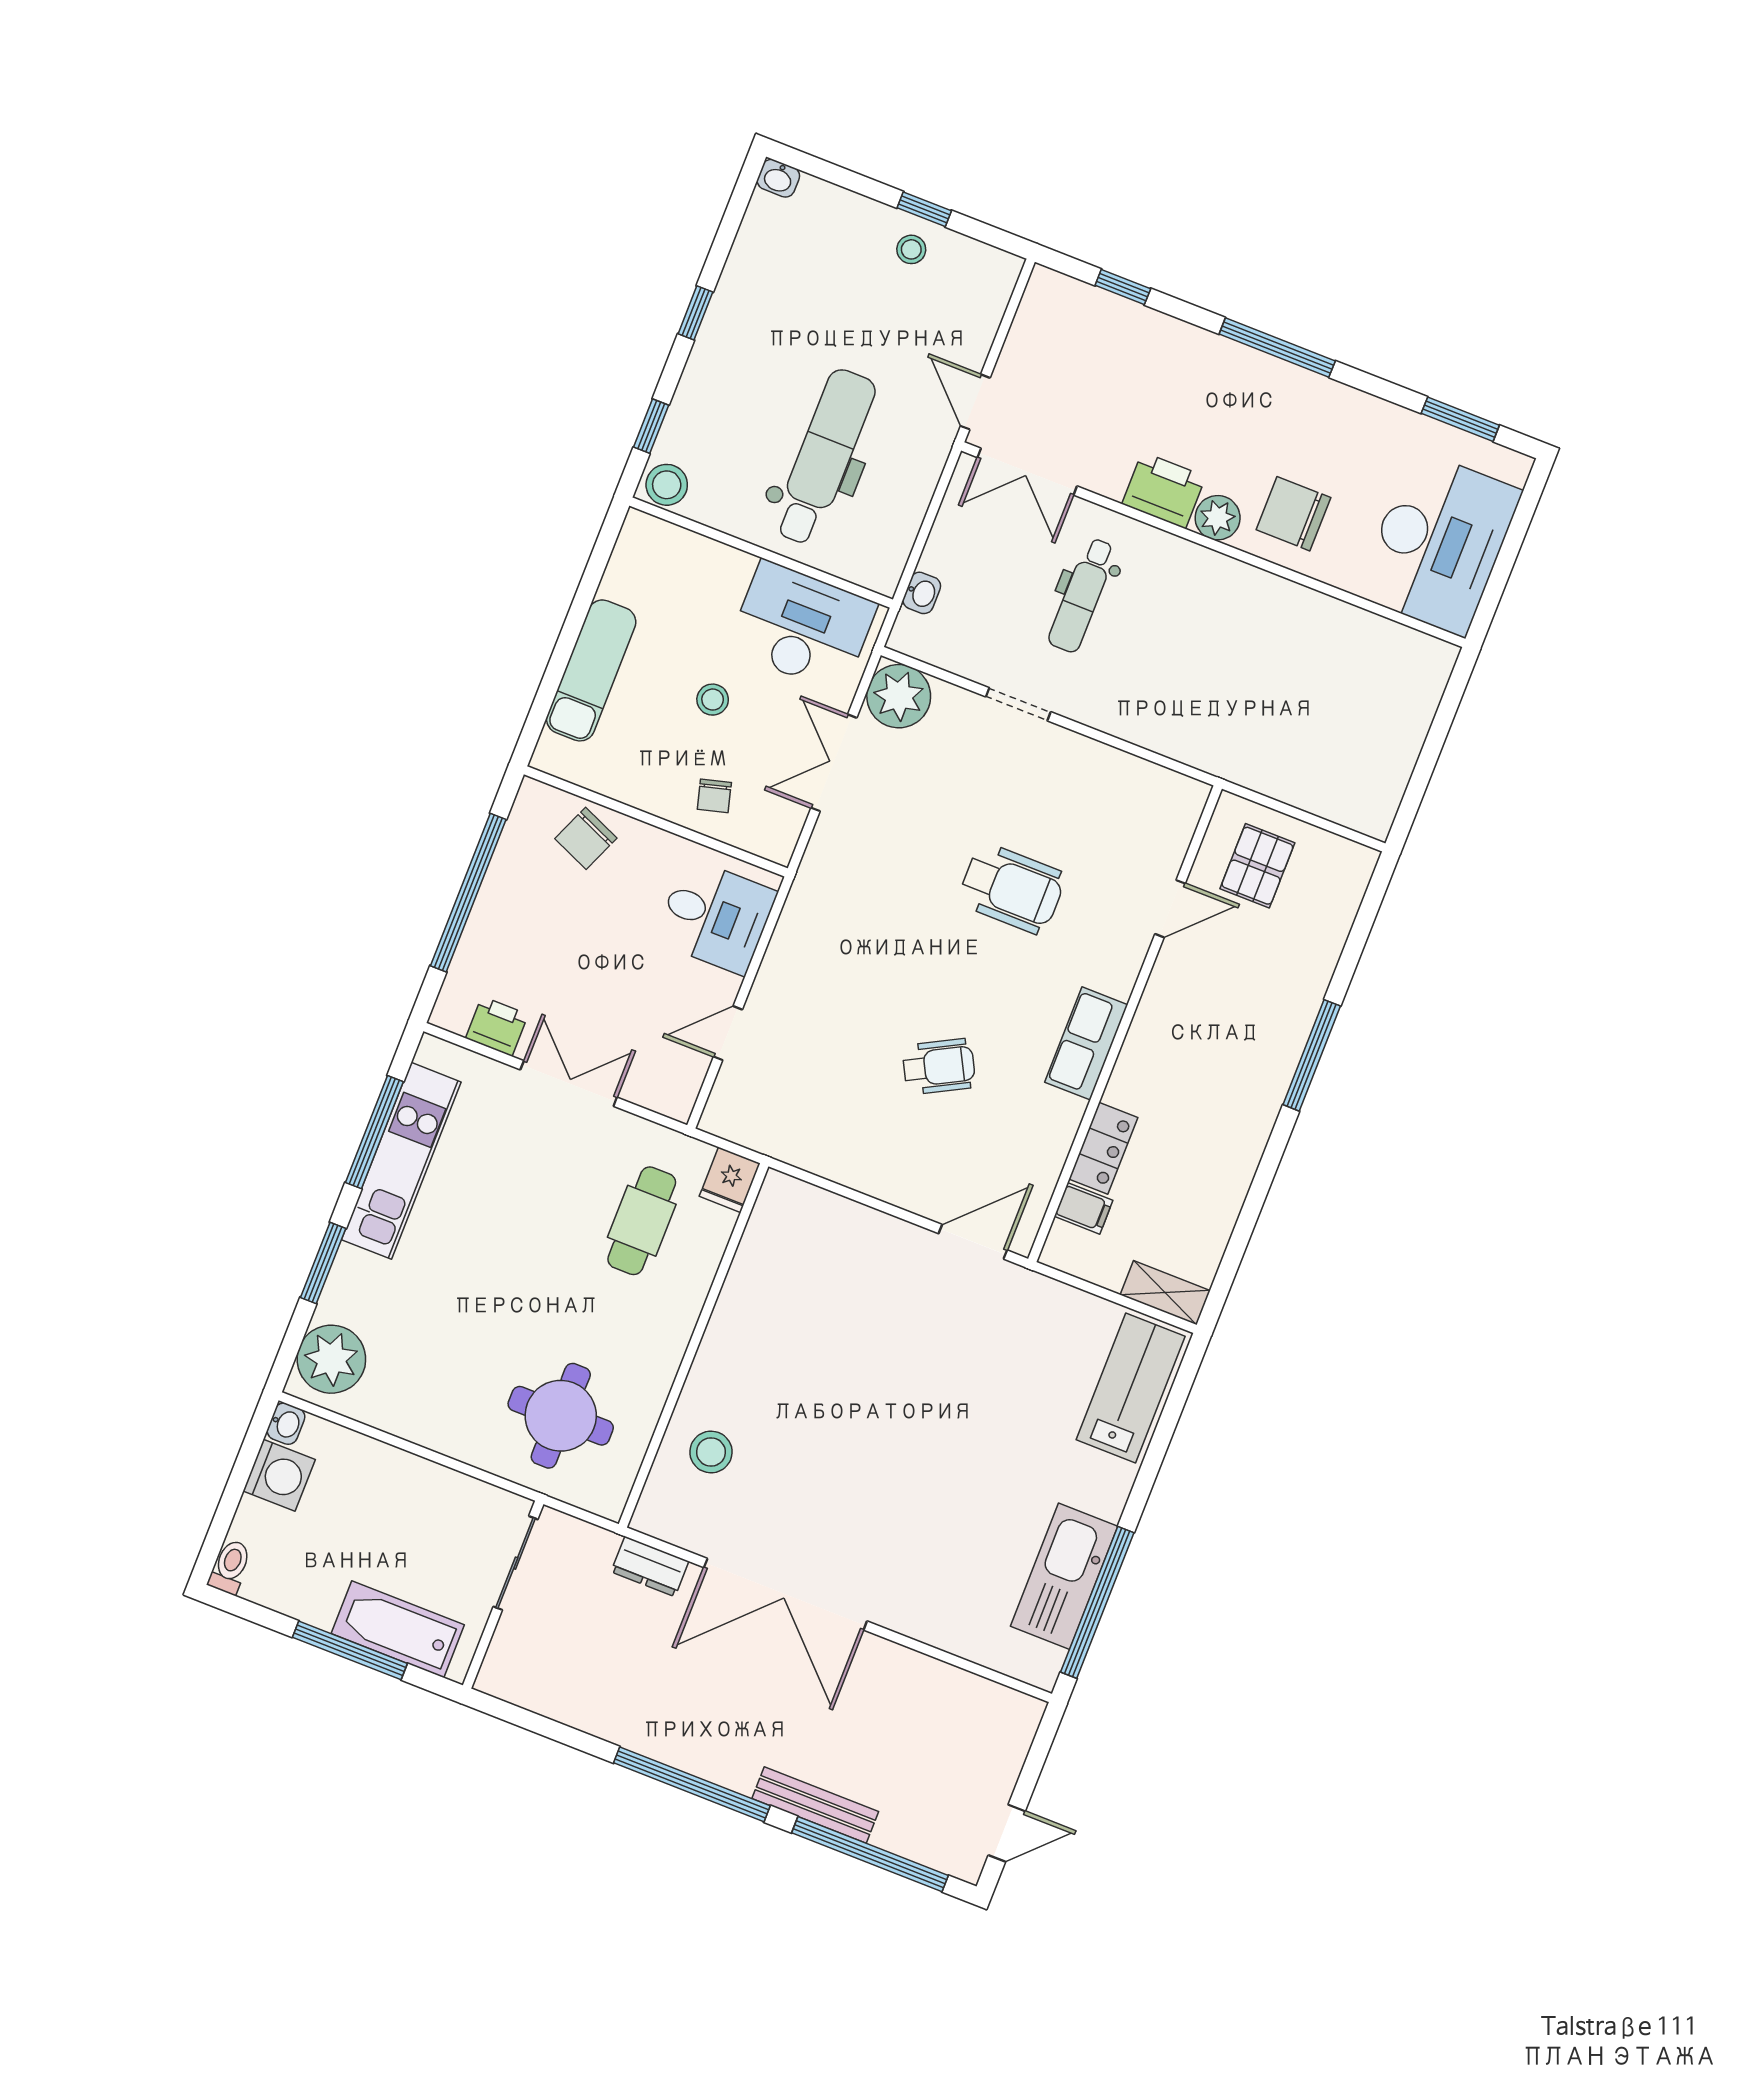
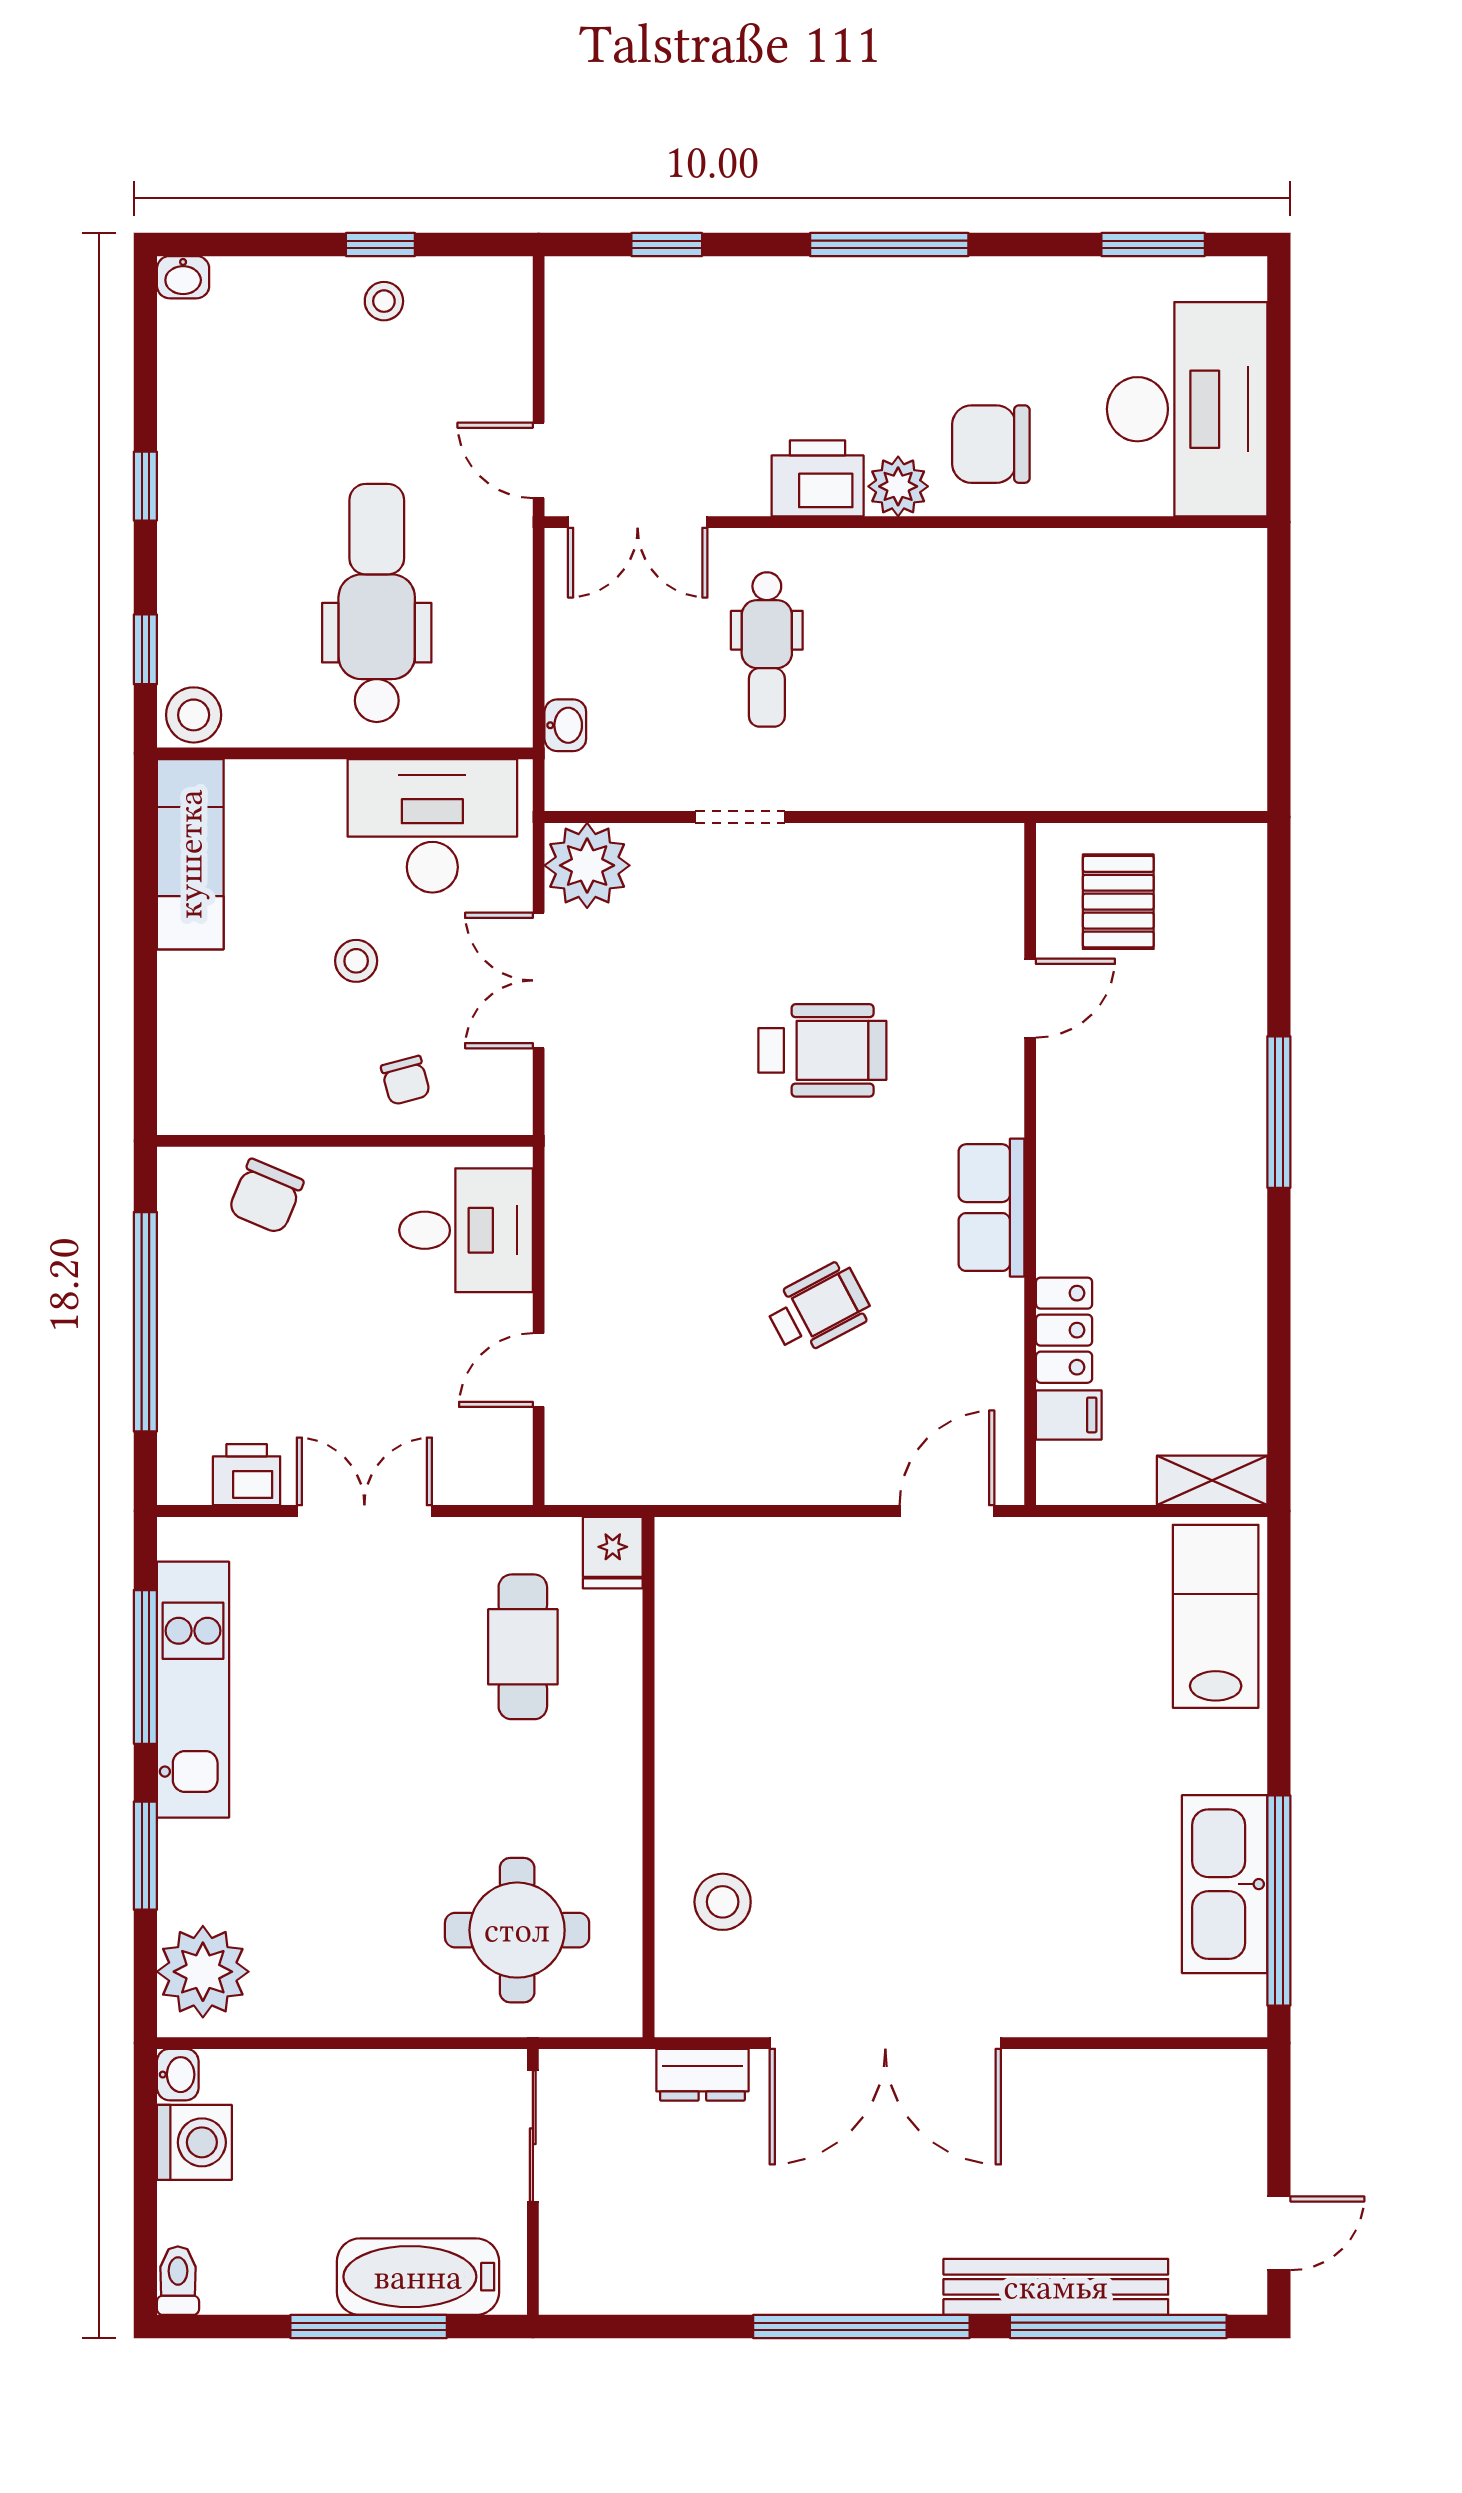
exam couch: (591, 670) -> (190, 854), moved
bench: (815, 1805) -> (1056, 2287), width x1.37, depth x1.21

